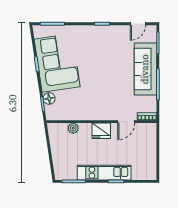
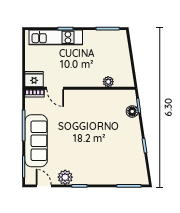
door: (138, 24) -> (44, 186), hinge flipped
plant: (116, 32) -> (65, 177), added
corner sofa: (57, 63) -> (124, 147), removed
door: (126, 122) -> (55, 88), swing flipped
fridge: (101, 131) -> (34, 79), moved
kitchen unit: (104, 173) -> (56, 37), moved

